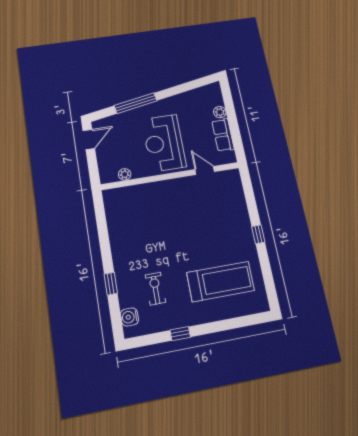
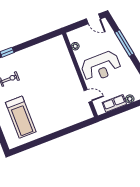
reception desk: (164, 143) -> (101, 67), turned 180
door: (205, 170) -> (88, 96), hinge flipped
window: (258, 234) -> (54, 136), removed

